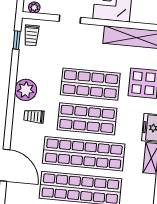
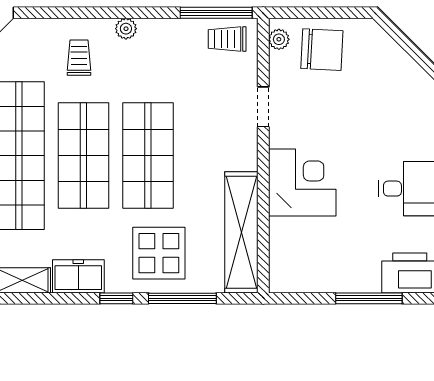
window: (17, 40) -> (216, 13), width x2.17
plant: (26, 90) -> (126, 29), width x0.53, depth x0.53

